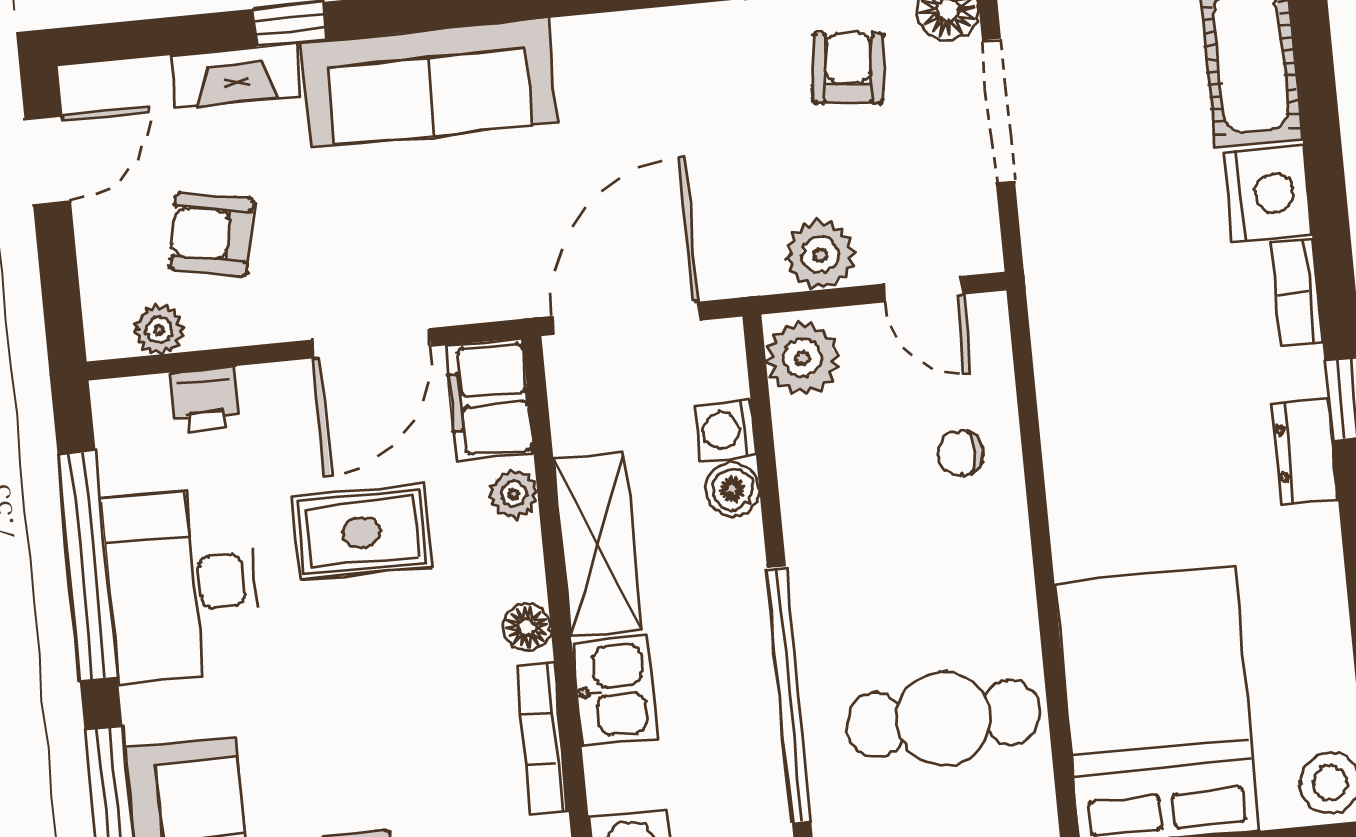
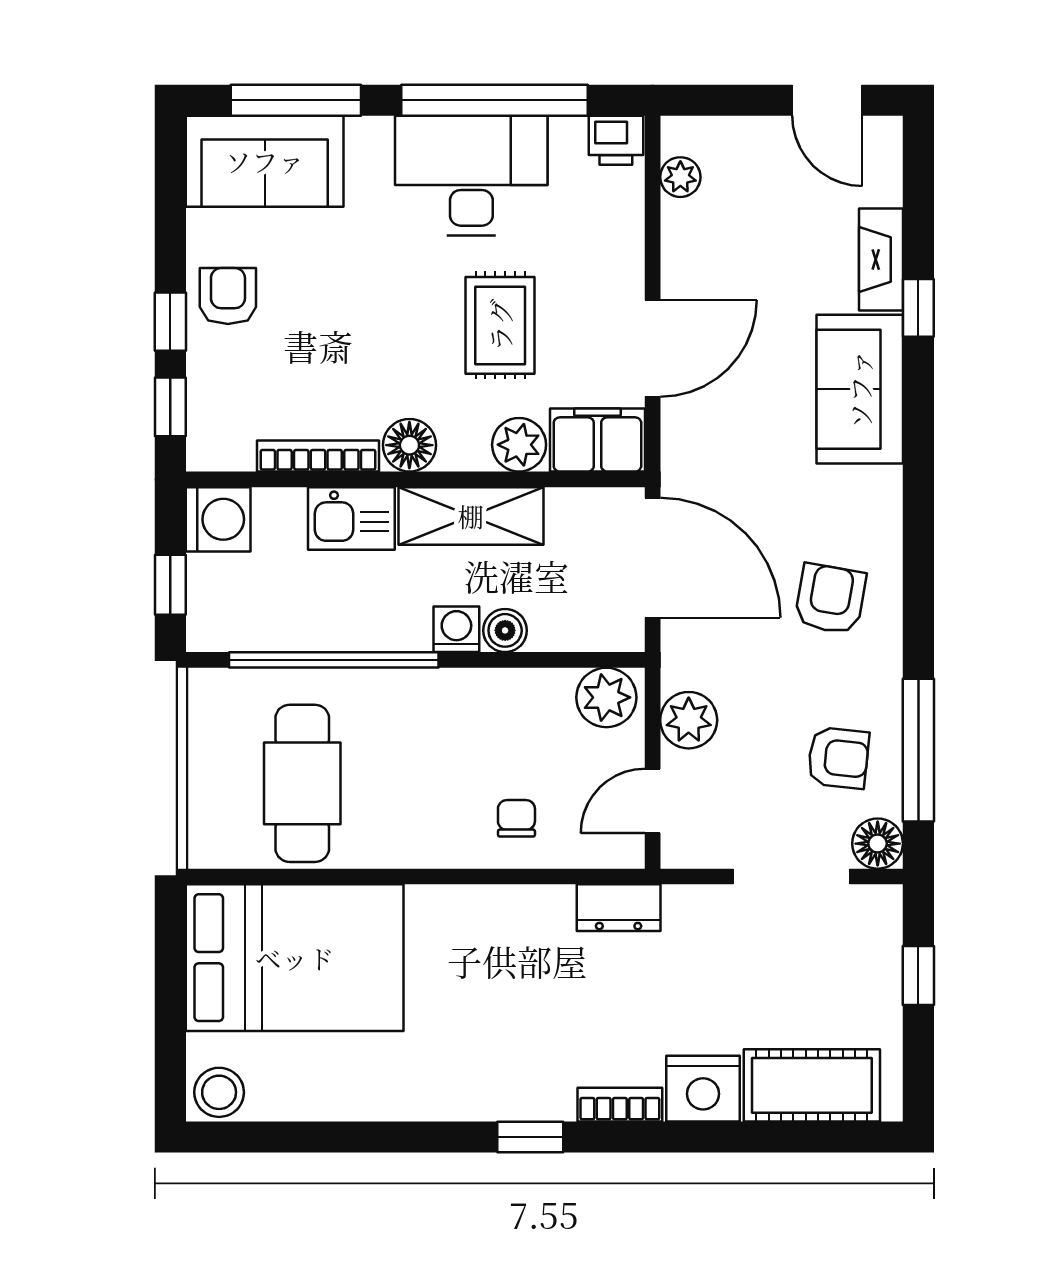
sofa: (429, 83) -> (860, 389), width x0.73
armchair: (211, 234) -> (830, 599), moved
door: (371, 343) -> (653, 348), swing flipped
printer: (204, 399) -> (616, 140), moved, turned -90
washing machine: (726, 430) -> (456, 629), moved
dresser: (1305, 452) -> (619, 908), moved, turned 180
plant: (514, 494) -> (519, 445), width x1.38, depth x1.38
floor lamp: (527, 627) -> (409, 445), width x1.37, depth x1.37

